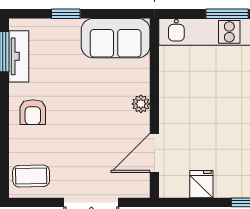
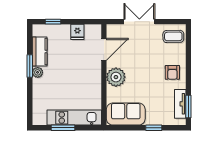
plant: (141, 104) -> (116, 77), width x1.88, depth x1.88
armchair: (33, 112) -> (172, 72), turned 180

